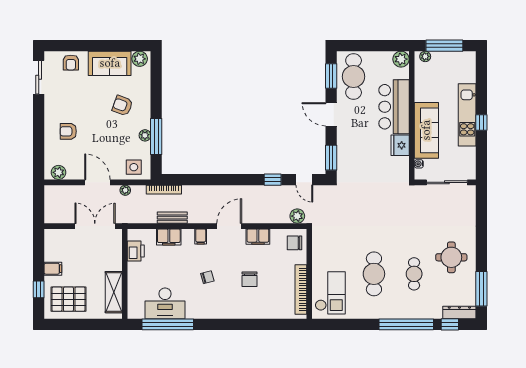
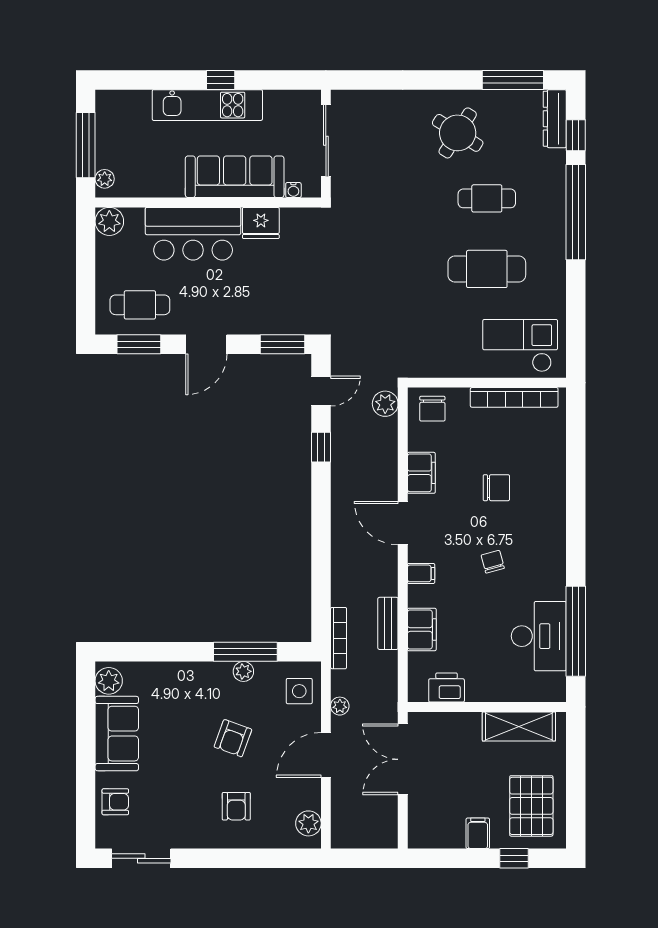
cafe table: (354, 77) -> (140, 305), width x0.73, depth x0.74
armchair: (122, 106) -> (233, 738), moved
round table: (451, 257) -> (458, 133), turned 32

